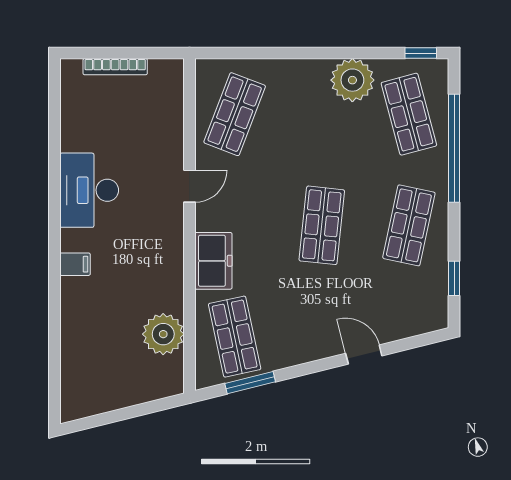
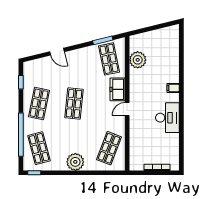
plant: (352, 80) -> (75, 162), moved
door: (189, 186) -> (127, 109), moved

